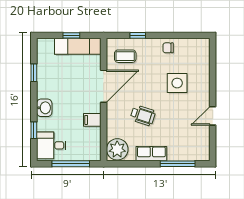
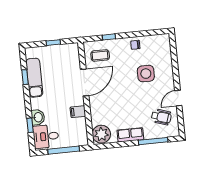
exam couch: (78, 46) -> (34, 78), moved, turned -90
washbasin: (44, 108) -> (38, 117), moved
wheelchair: (143, 115) -> (161, 117), moved

